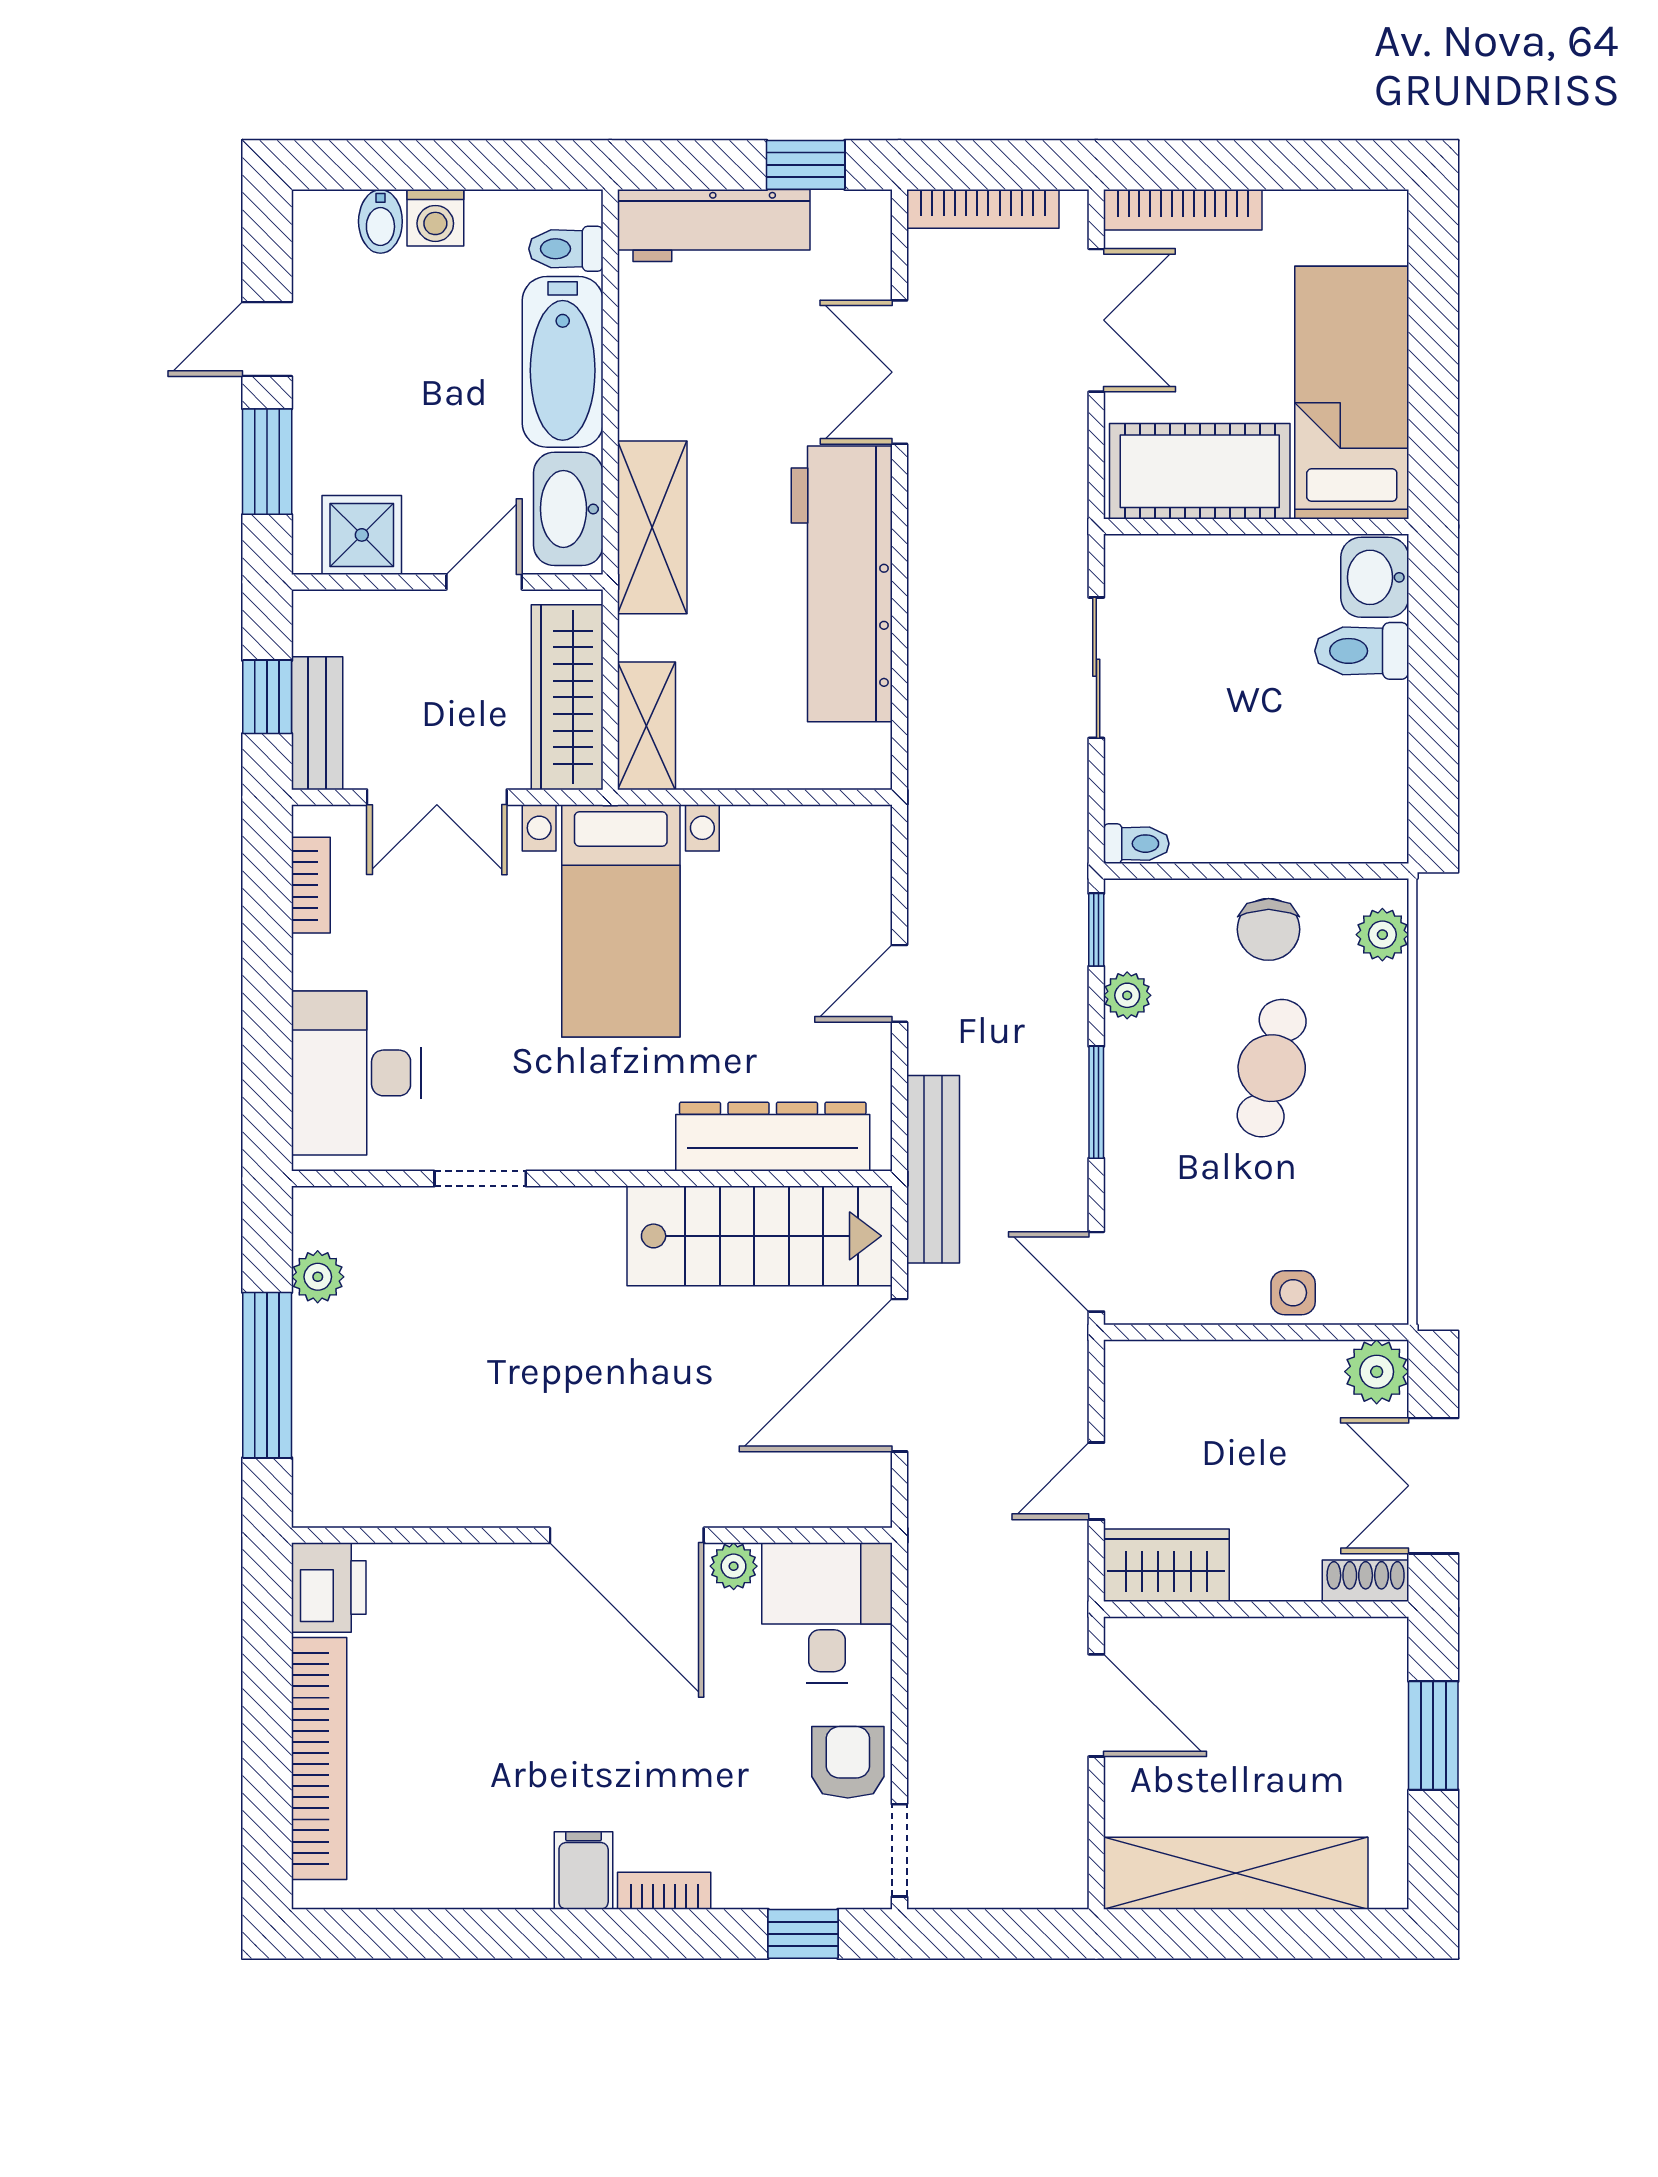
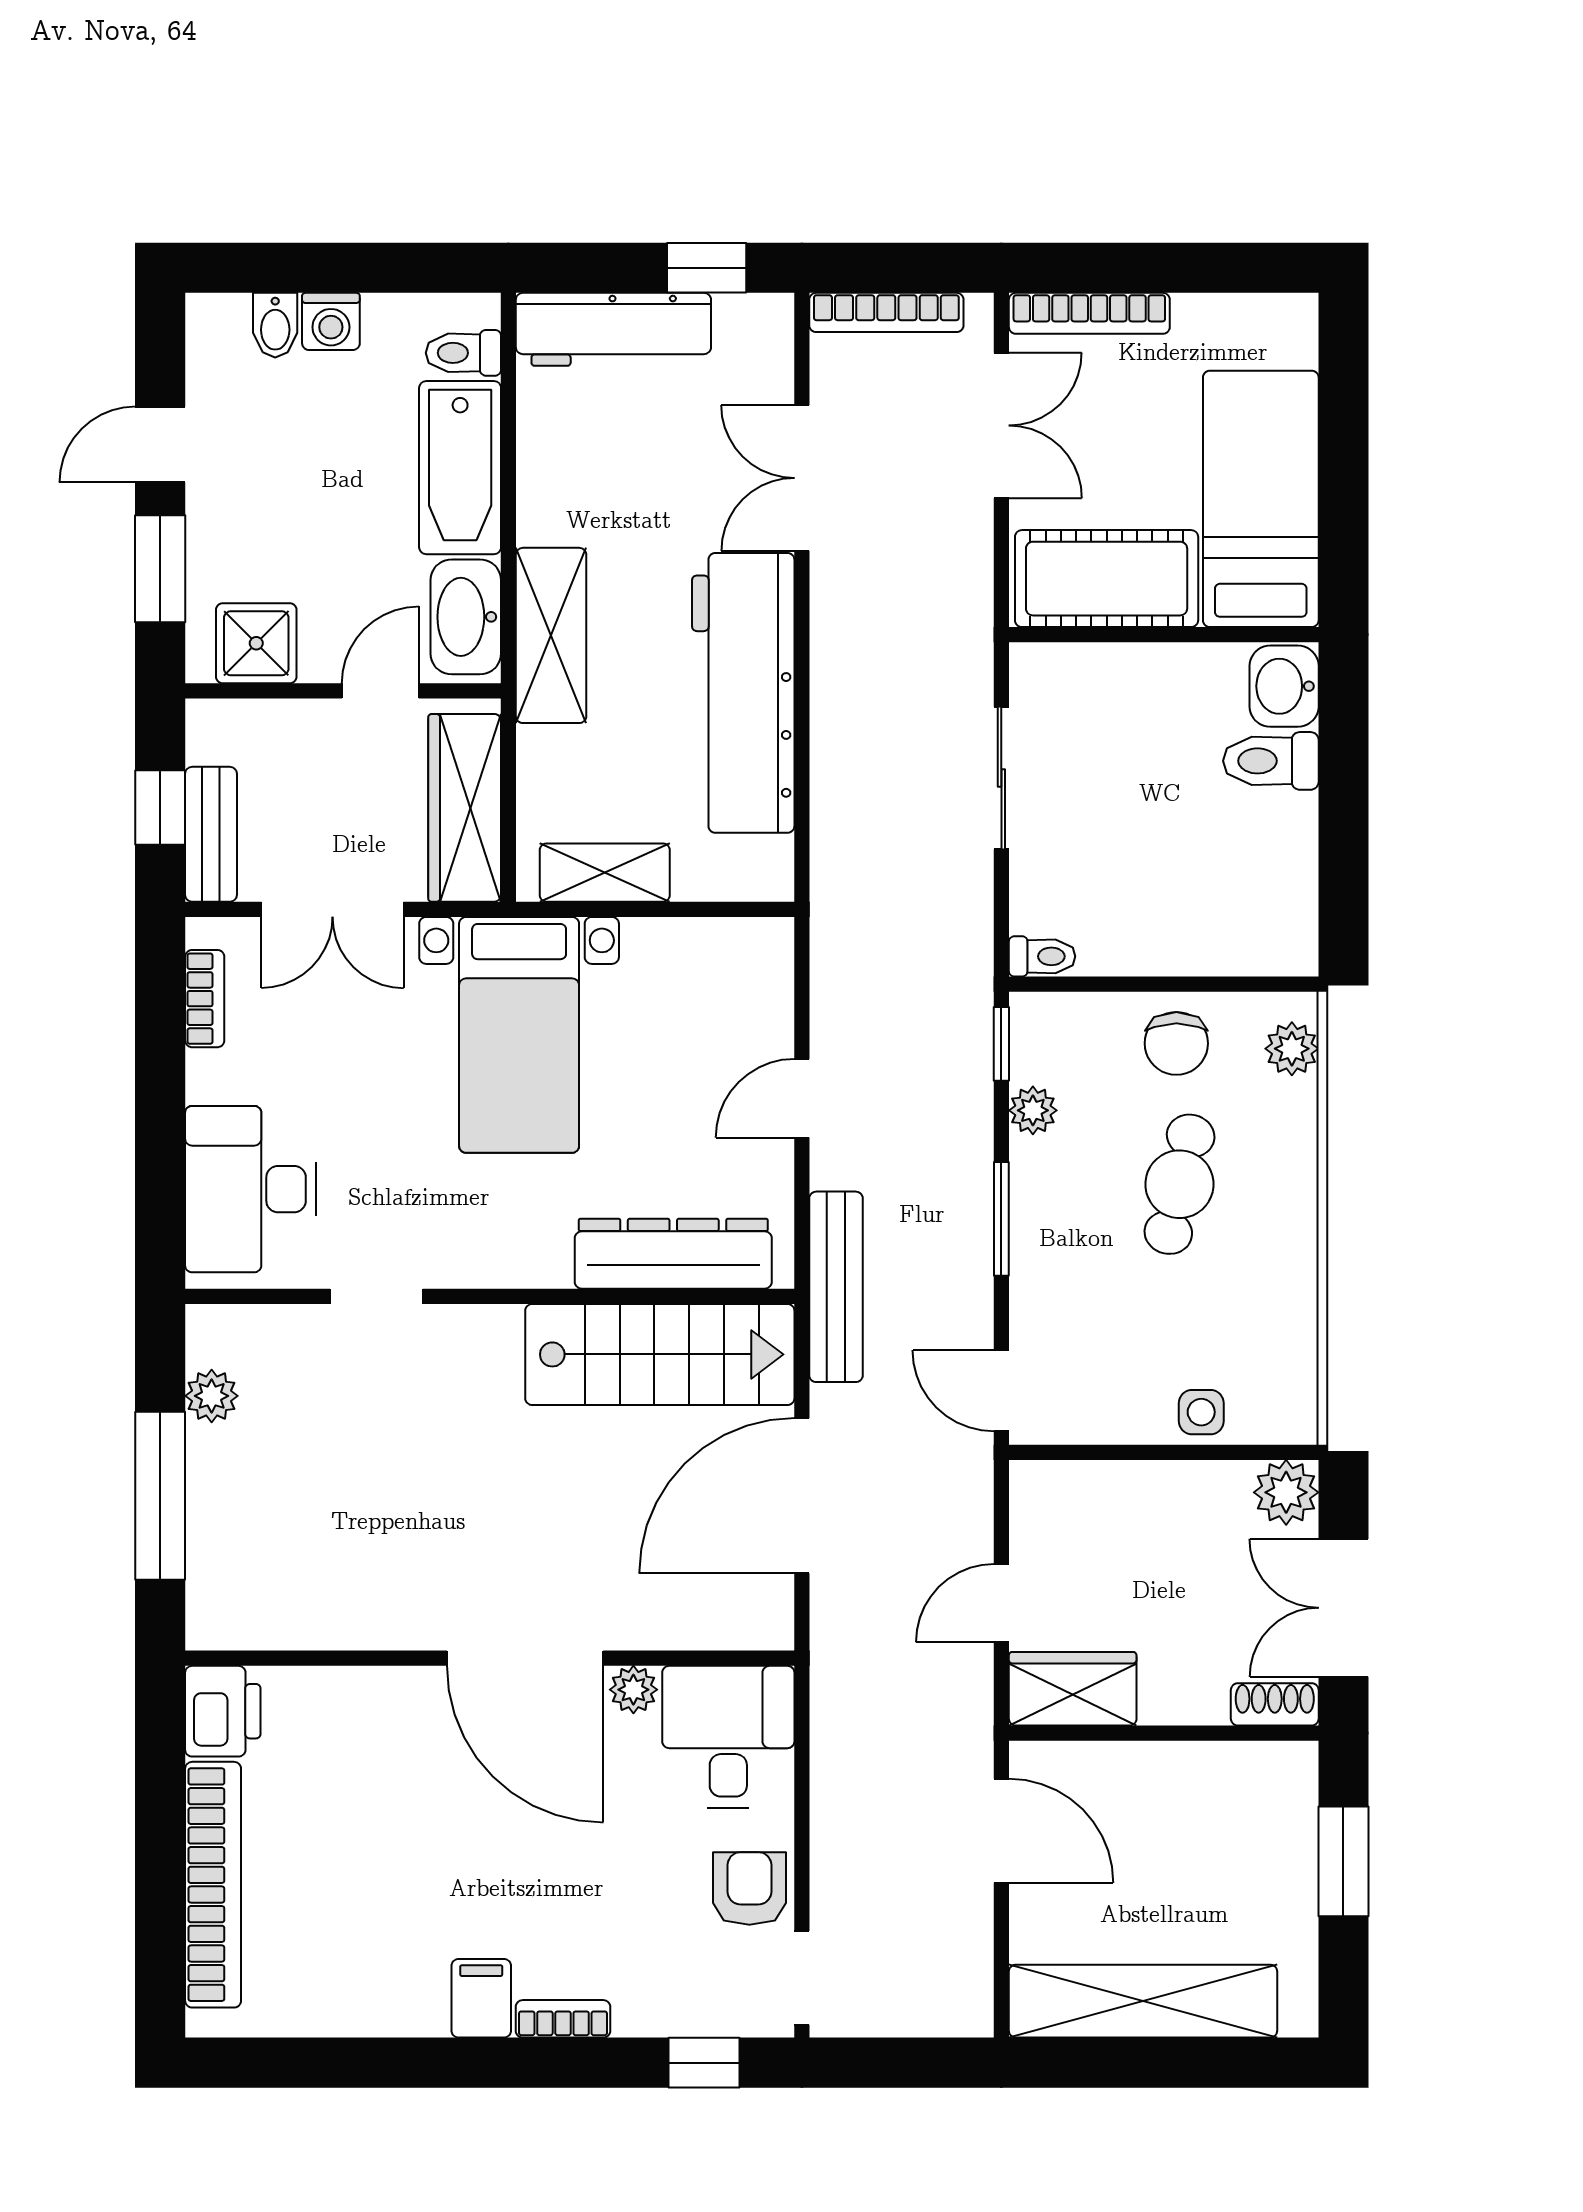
shelving: (647, 726) -> (605, 873), moved, turned 90

